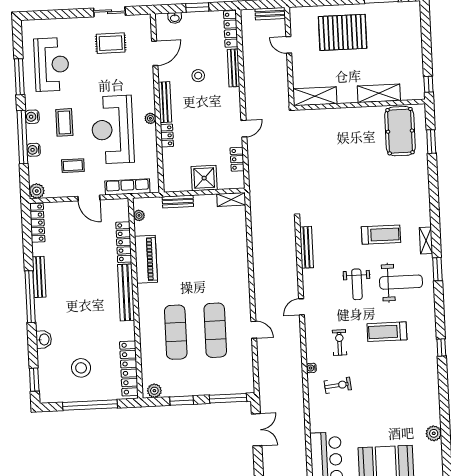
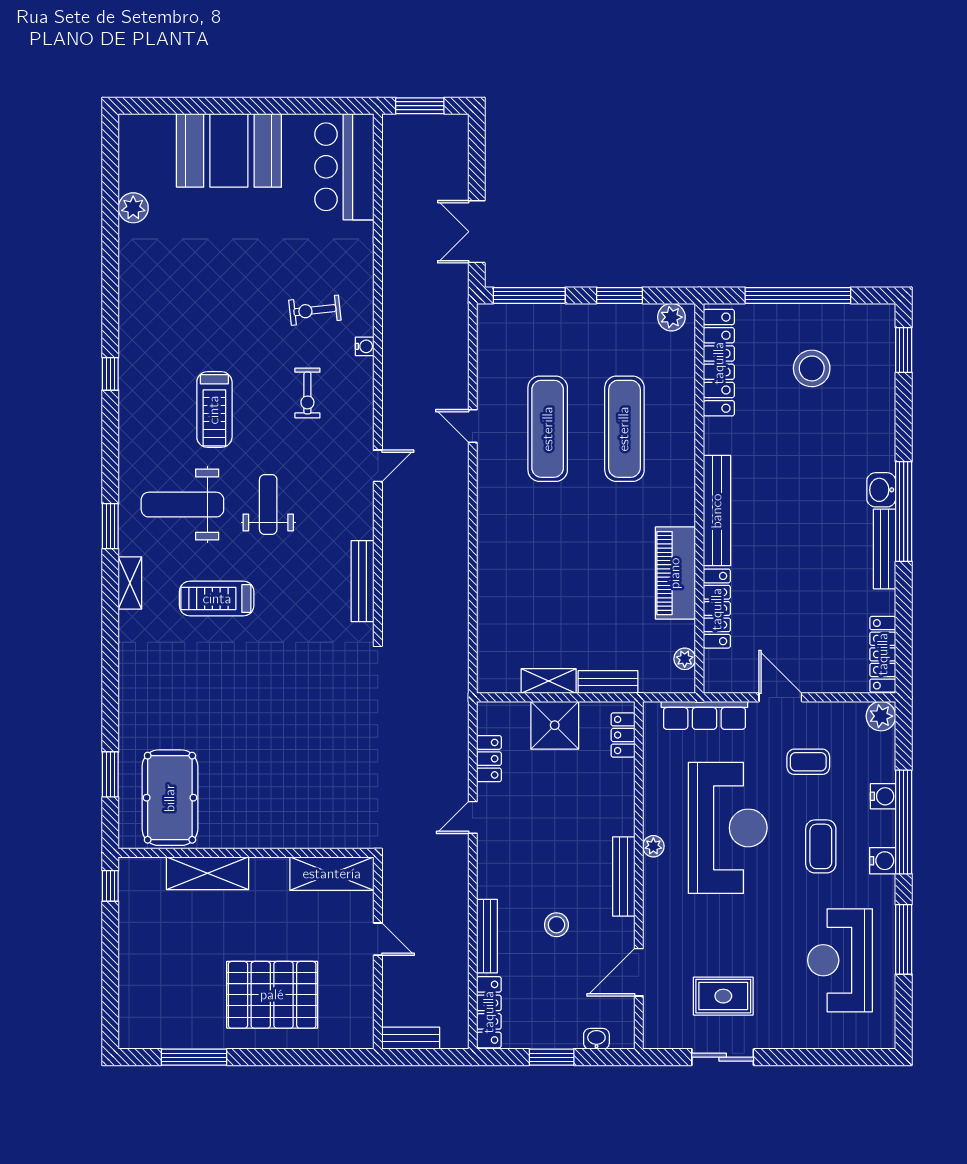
door: (289, 45) -> (378, 939), moved
locker: (167, 135) -> (623, 735), moved
shelving: (231, 199) -> (549, 681), moved
treadmill: (387, 332) -> (214, 410), turned 90
washbasin: (44, 339) -> (881, 490), moved

